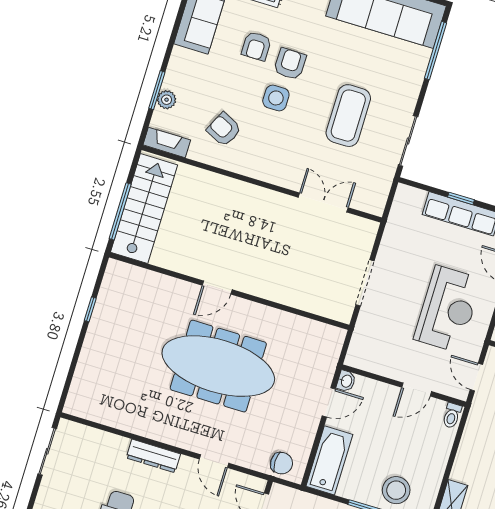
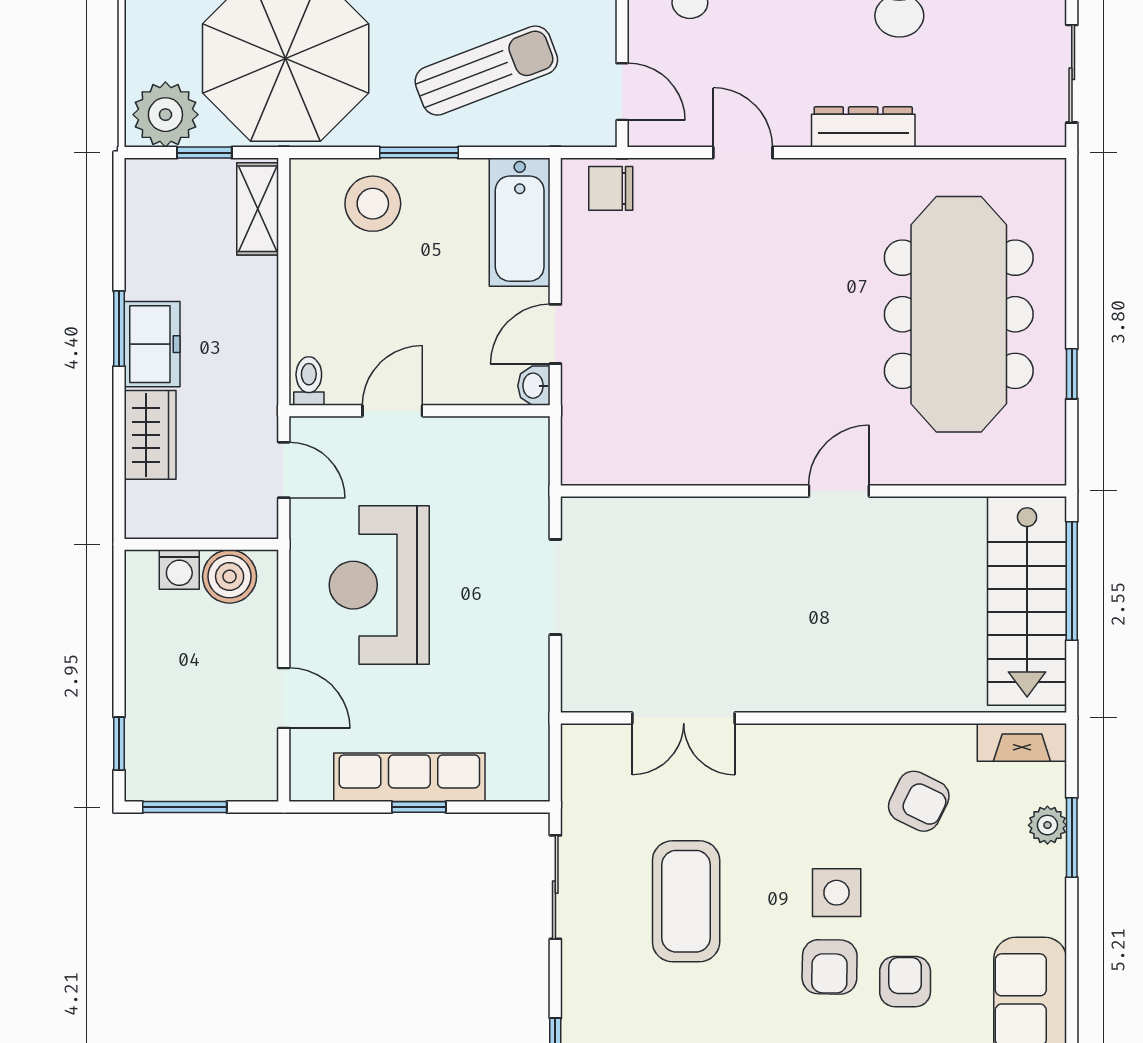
meeting table: (218, 366) -> (959, 314), moved, turned 90

